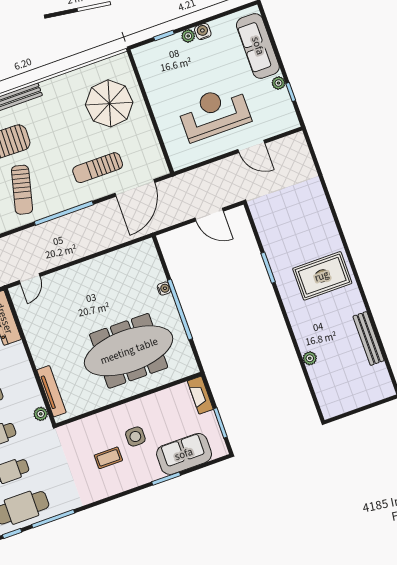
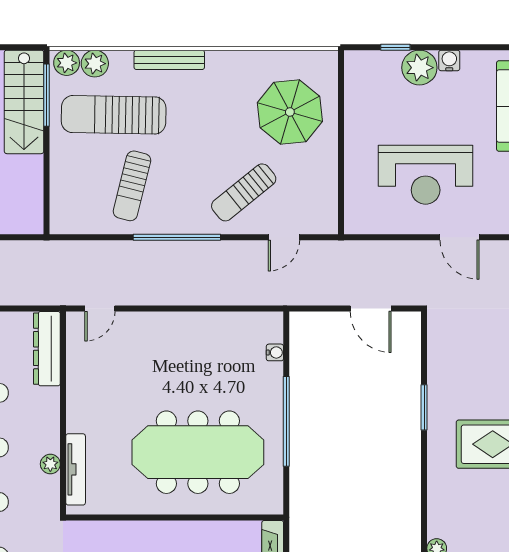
plant: (188, 36) -> (419, 68), width x1.88, depth x1.88
reception desk: (214, 113) -> (426, 175), turned 180
sun lounger: (98, 168) -> (244, 192), turned -39
door: (135, 188) -> (284, 237), width x0.53
water cooler: (164, 289) -> (275, 352), moved
plant: (41, 414) -> (50, 464), moved

